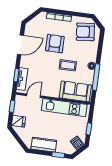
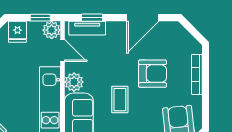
door: (20, 45) -> (143, 18), hinge flipped
plant: (54, 91) -> (74, 82), added
plant: (20, 101) -> (52, 30), added

